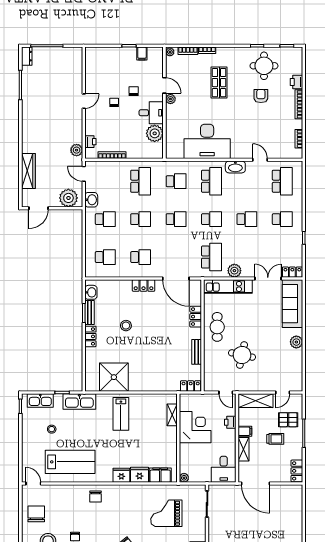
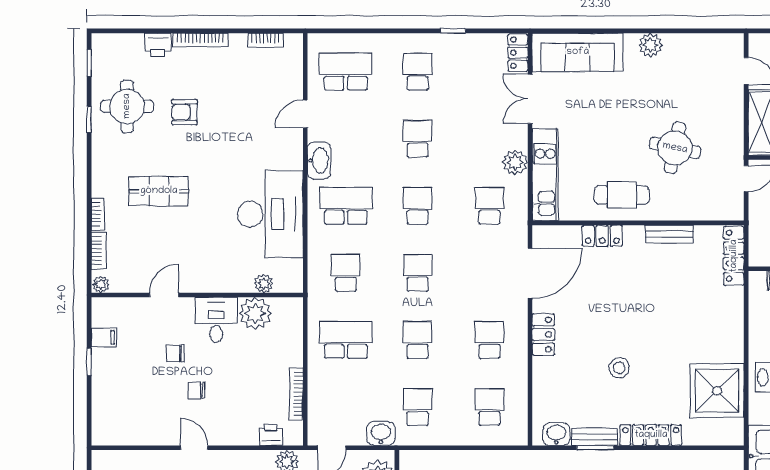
plant: (170, 99) -> (264, 283), moved
school desk: (211, 257) -> (489, 206), width x0.54
locker: (90, 336) -> (651, 435), width x1.53
locker: (191, 386) -> (734, 256), width x1.53

